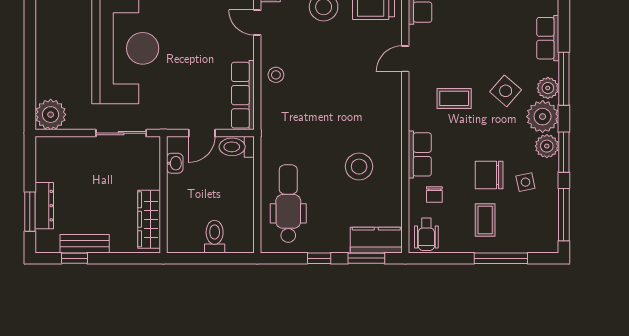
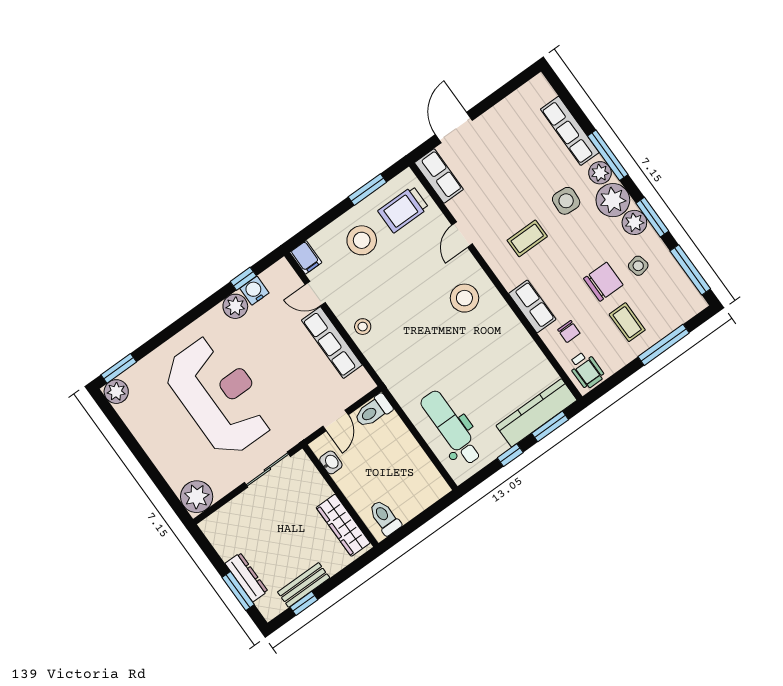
row of seats: (548, 38) -> (570, 131), width x1.48
side table: (506, 91) -> (566, 201), turned -37
row of seats: (243, 95) -> (332, 343), moved
stool: (359, 167) -> (464, 298), moved
chair: (489, 175) -> (603, 282), turned 180
toilet: (215, 237) -> (385, 518), moved
kitchen counter: (376, 240) -> (537, 413), width x1.50

